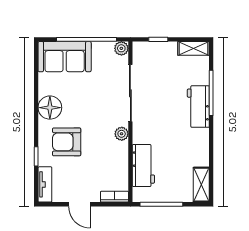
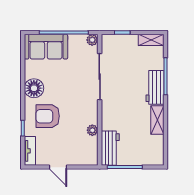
plant: (122, 134) -> (92, 130), moved
workbench: (143, 165) -> (110, 148), moved
shelving: (201, 185) -> (157, 120), moved
bookcase: (114, 197) -> (87, 161), removed

